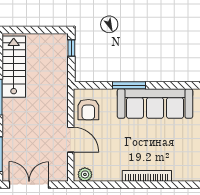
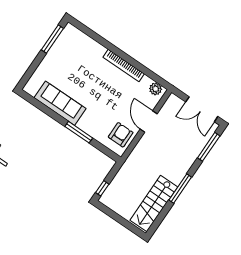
sofa: (155, 104) -> (60, 103), width x0.74, depth x0.79
bookcase: (147, 176) -> (124, 66), moved

